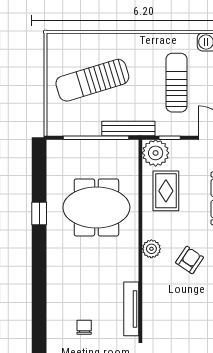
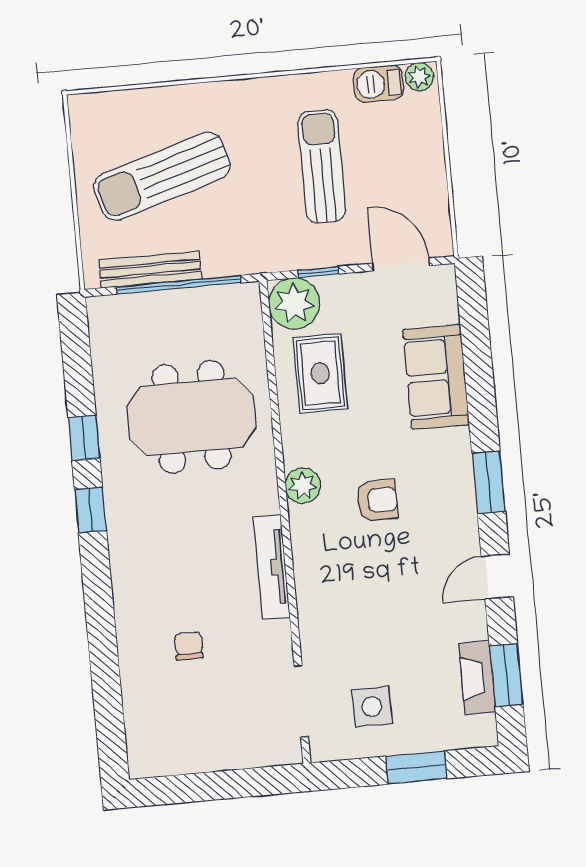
bench: (128, 128) -> (150, 270), moved
window: (39, 251) -> (90, 510), added
armchair: (190, 260) -> (377, 500), turned 56
tv unit: (131, 309) -> (272, 567), moved

